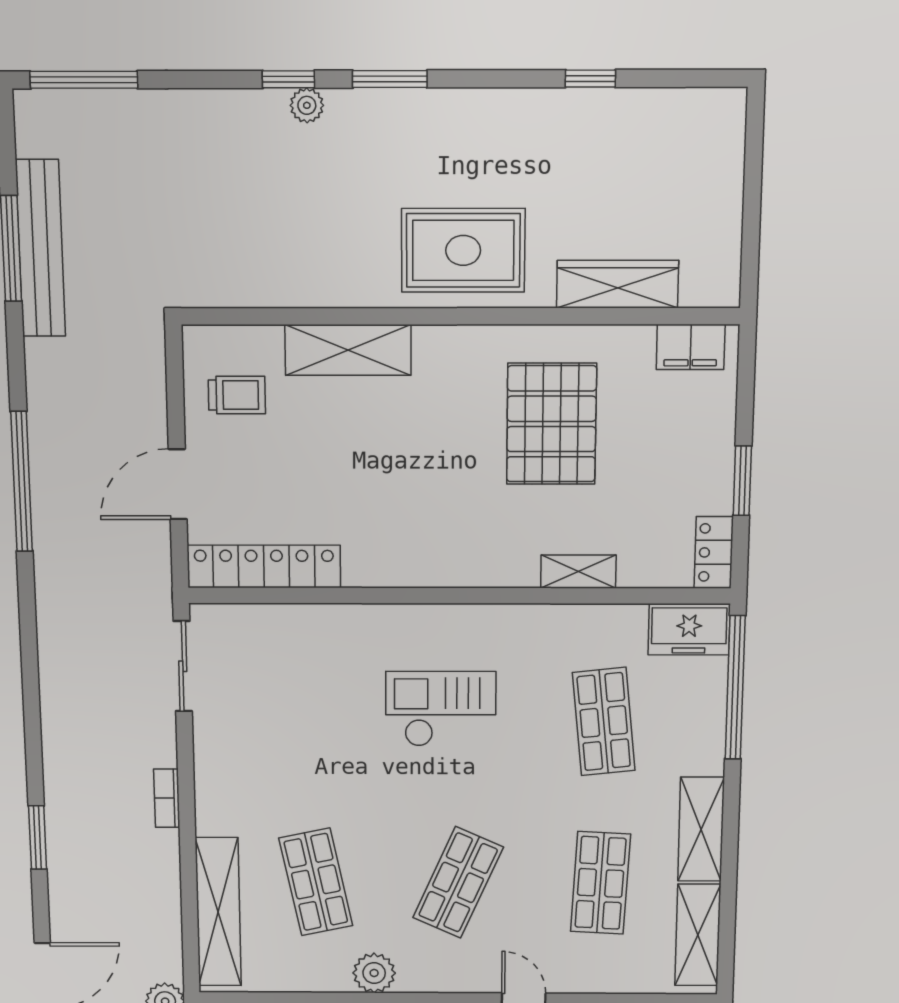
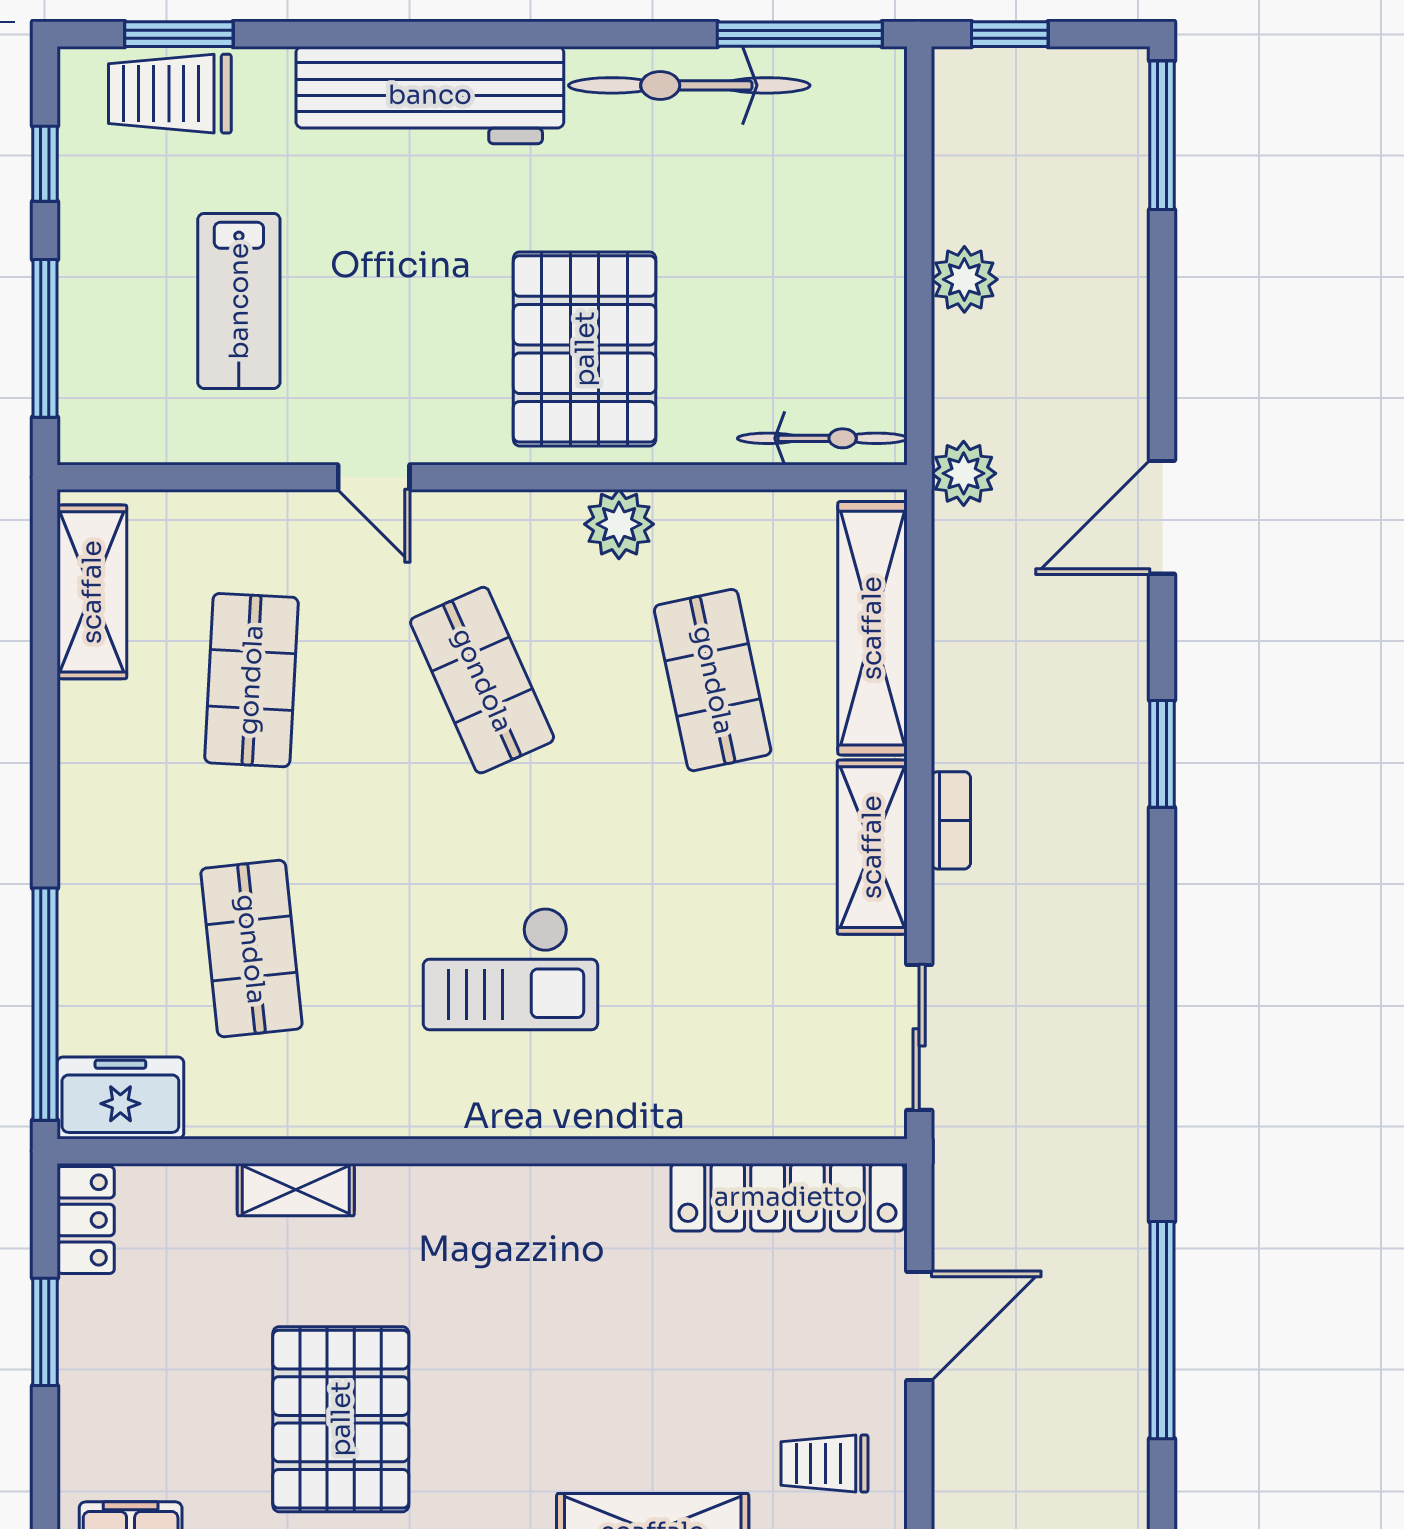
shelving: (701, 829) -> (872, 847), moved
shop shelf: (458, 882) -> (482, 680), turned -48

